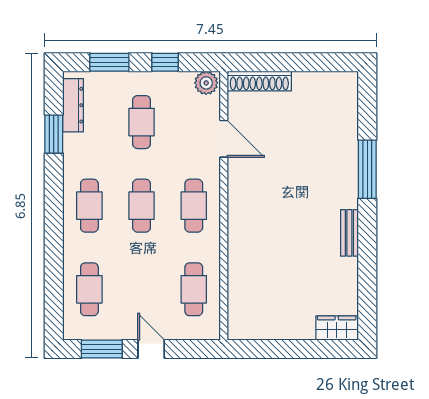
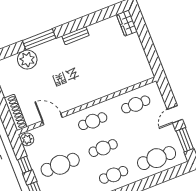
cafe table: (142, 122) -> (60, 165), width x1.37, depth x1.35
plant: (341, 136) -> (27, 60), added
door: (224, 139) -> (52, 119), hinge flipped
cafe table: (89, 289) -> (157, 158), width x1.37, depth x1.35

